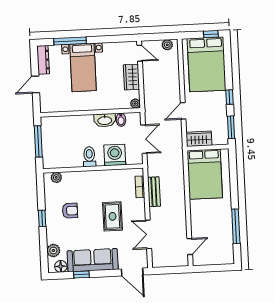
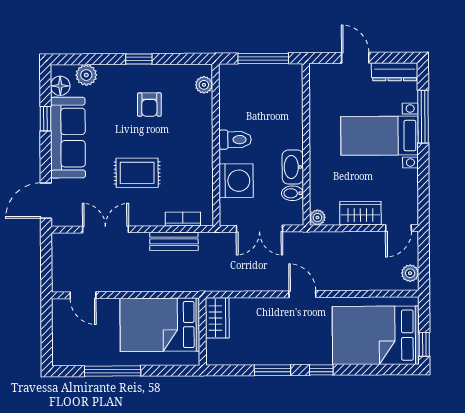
wardrobe: (199, 139) -> (217, 318), moved
wall: (208, 147) -> (203, 332), moved
bed: (205, 174) -> (160, 325), moved

